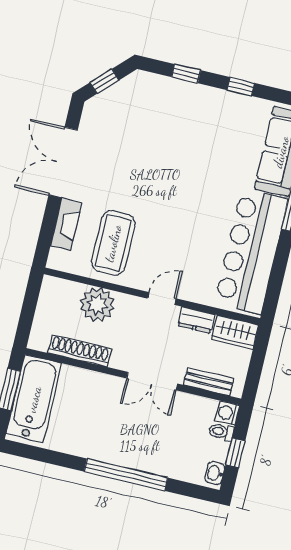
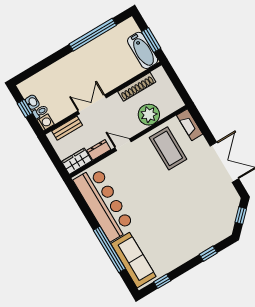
window: (241, 87) -> (162, 281), moved
fireplace: (66, 224) -> (190, 125), moved
door: (162, 298) -> (123, 145), swing flipped
bathtub: (34, 399) -> (143, 50), width x0.73, depth x0.73
washbasin: (215, 473) -> (32, 102), moved
window: (126, 475) -> (93, 35), moved

